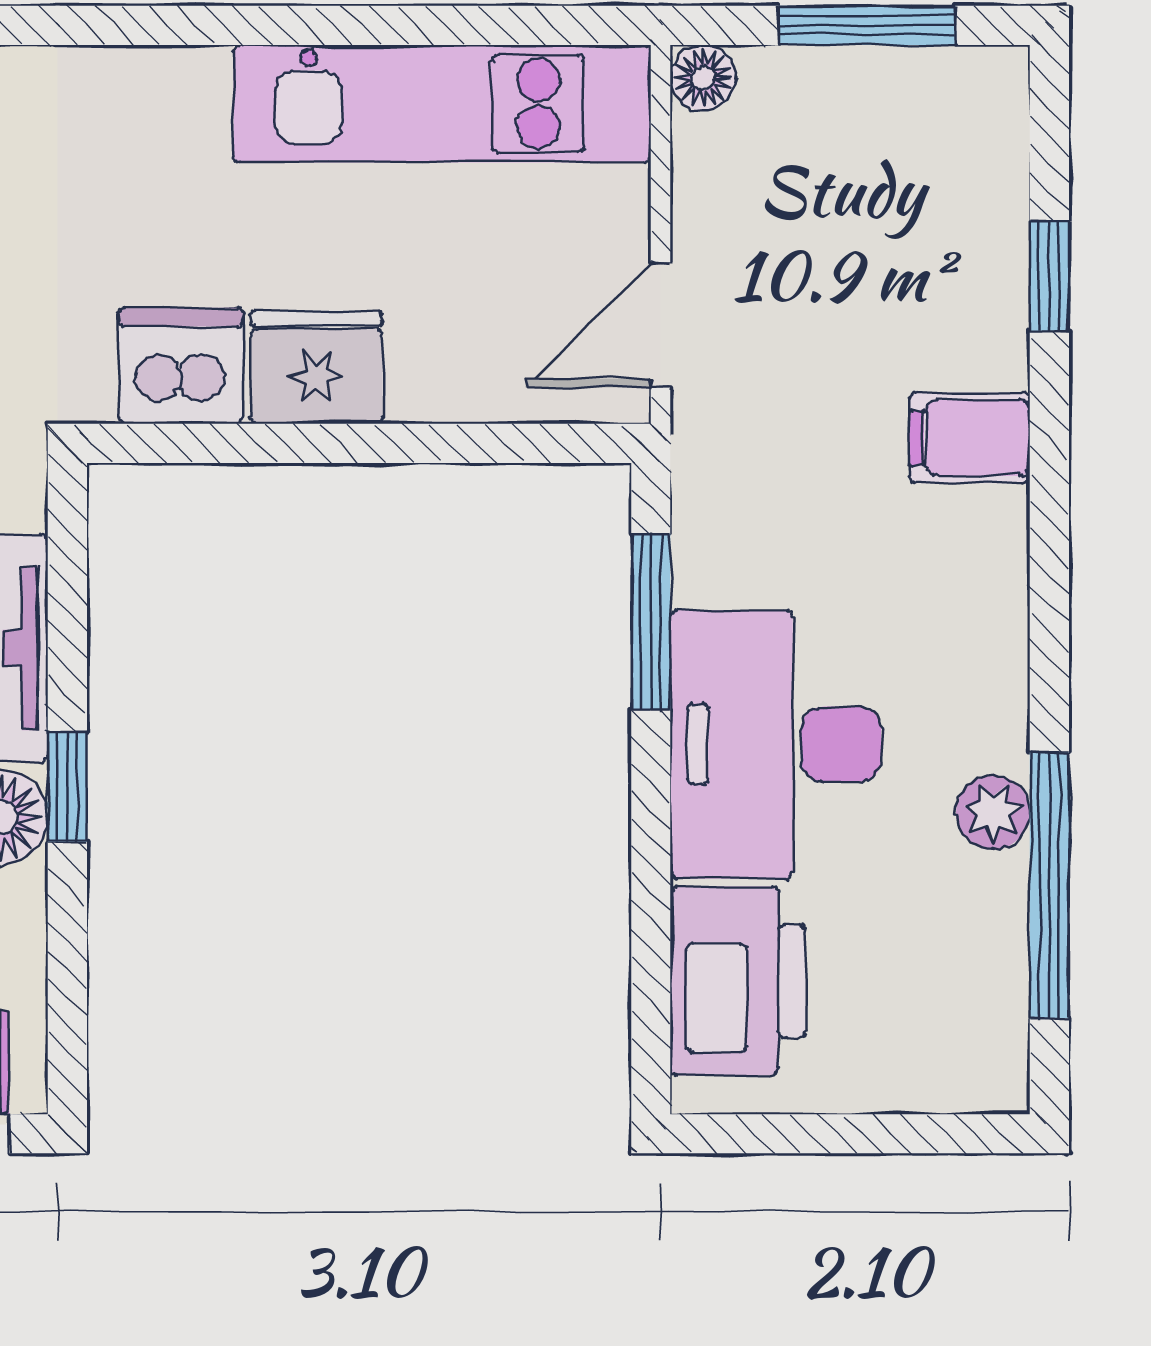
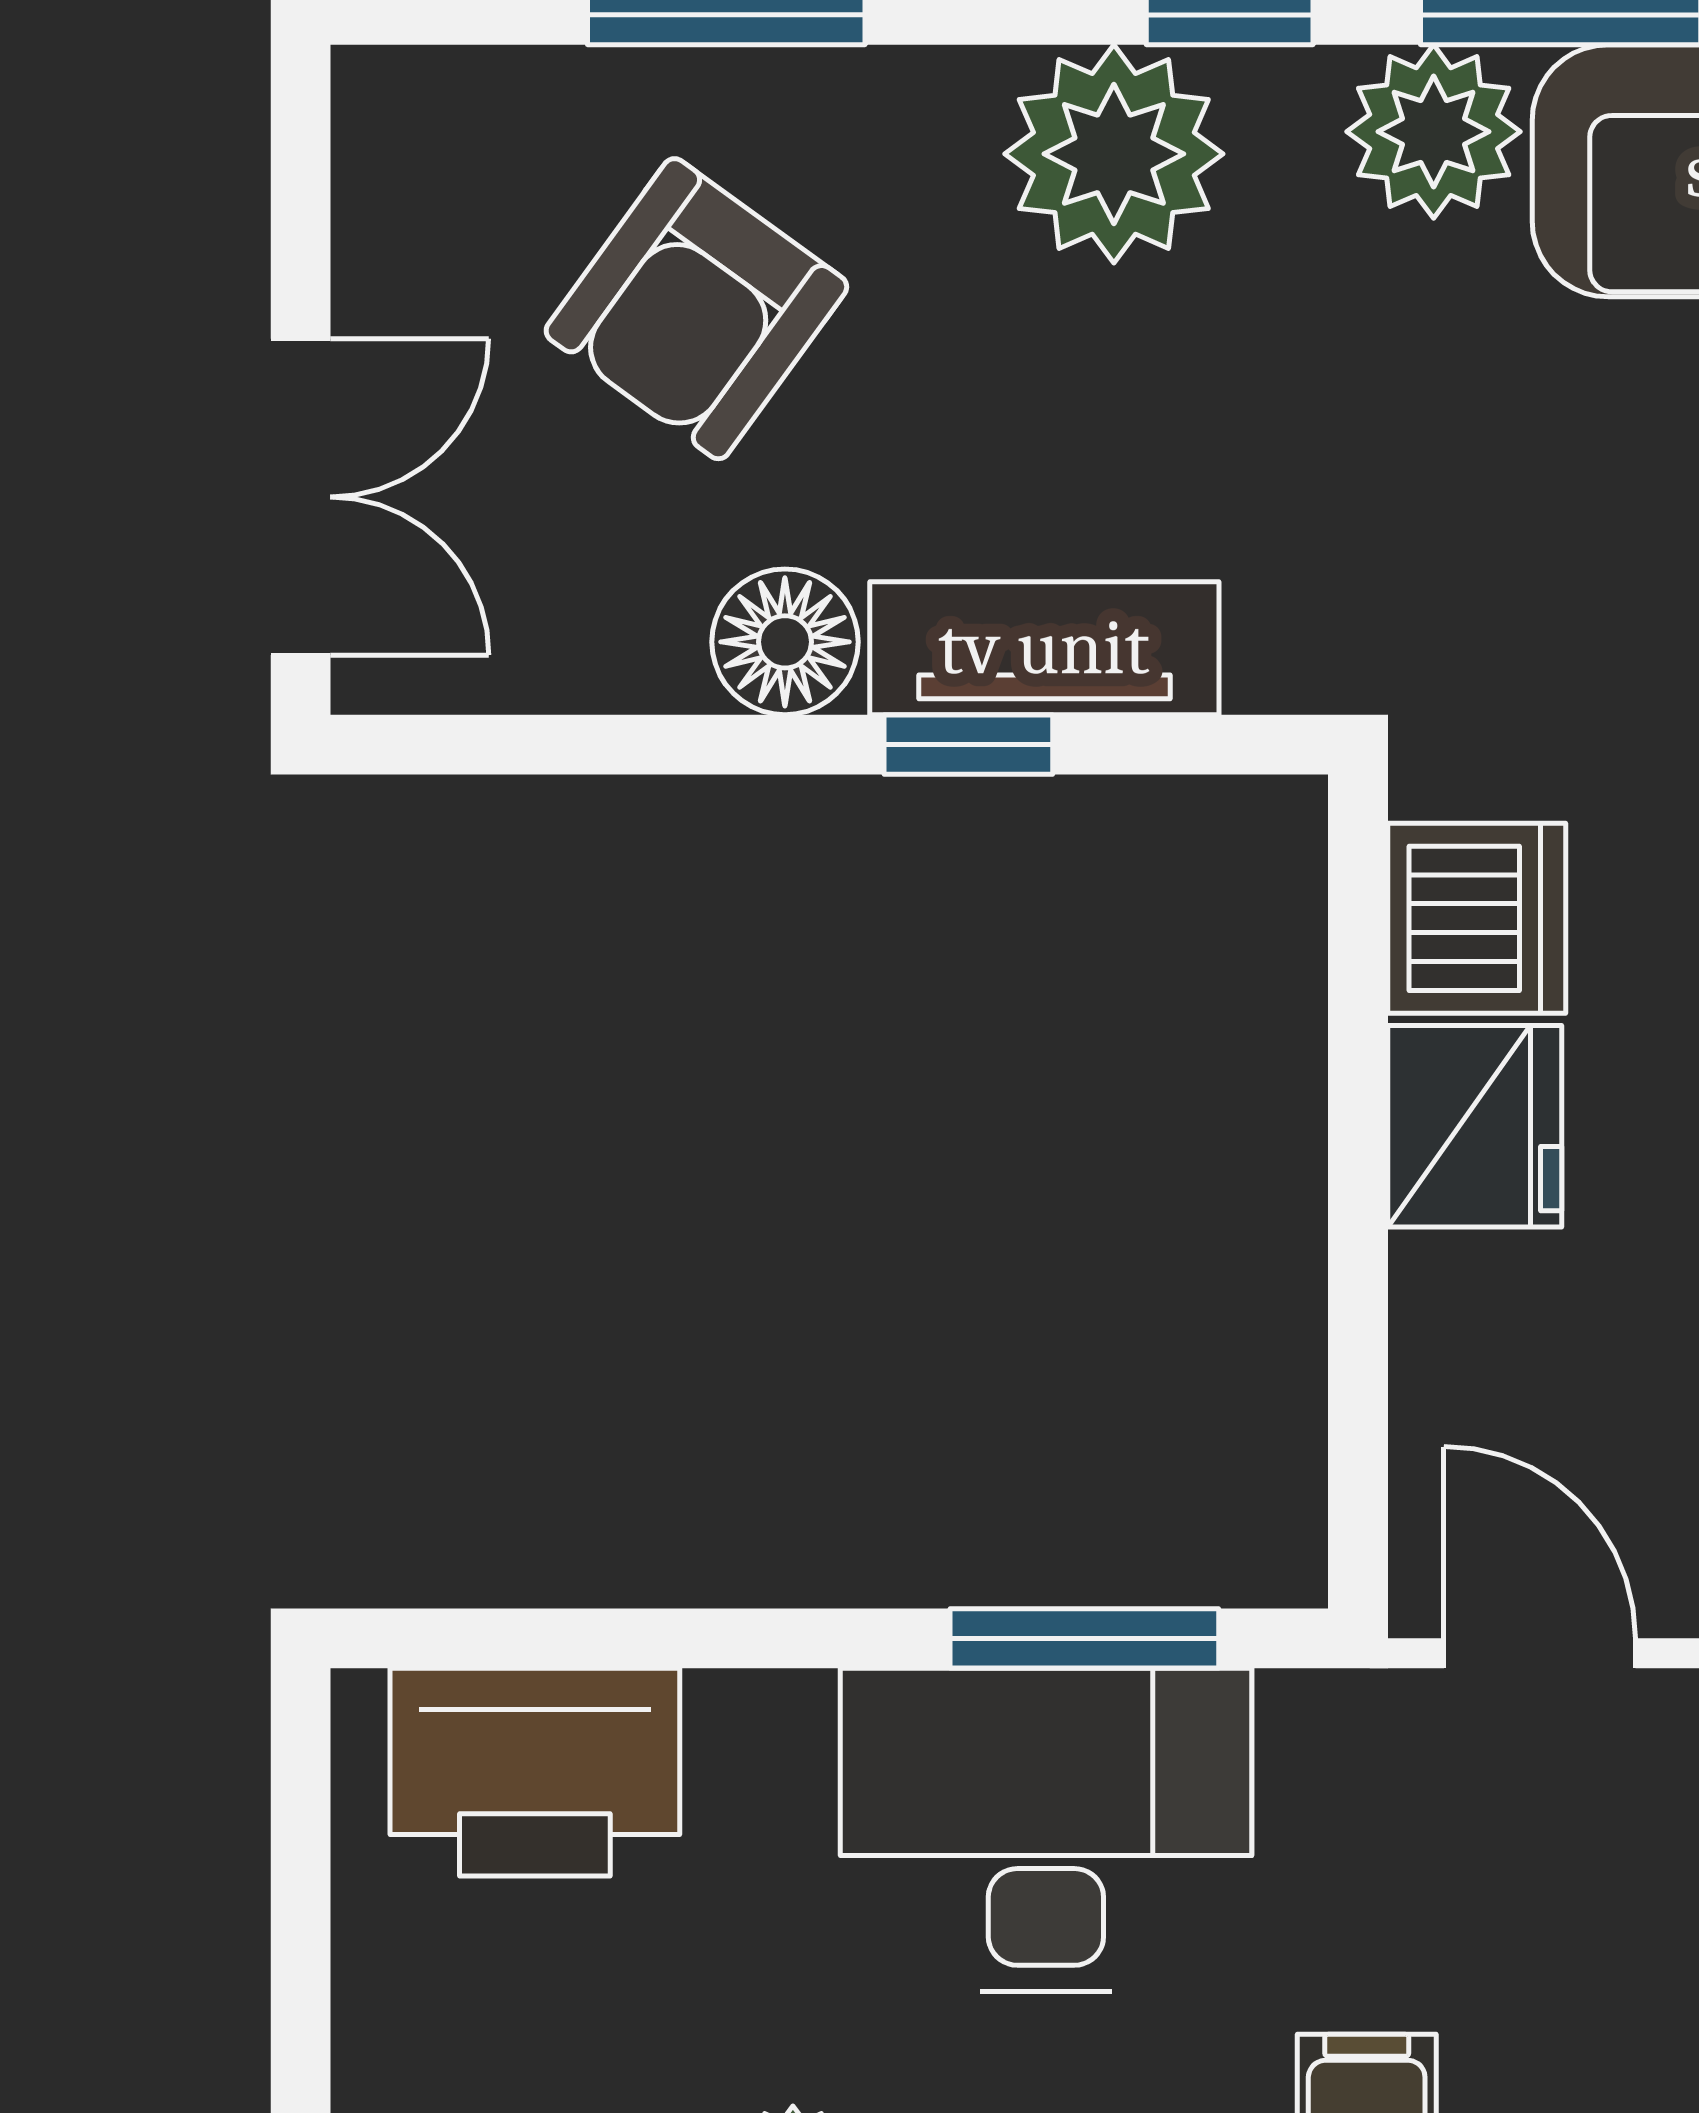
desk: (776, 744) -> (1046, 1830), moved
window: (67, 787) -> (968, 745), moved

